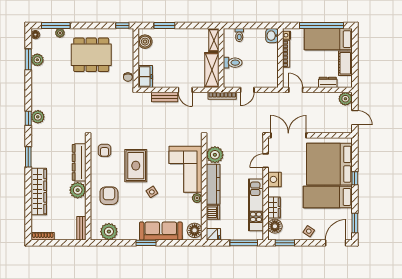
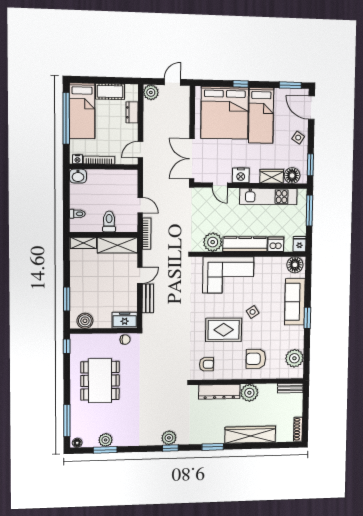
plant: (60, 33) -> (75, 416), removed
plant: (197, 198) -> (260, 262), removed

